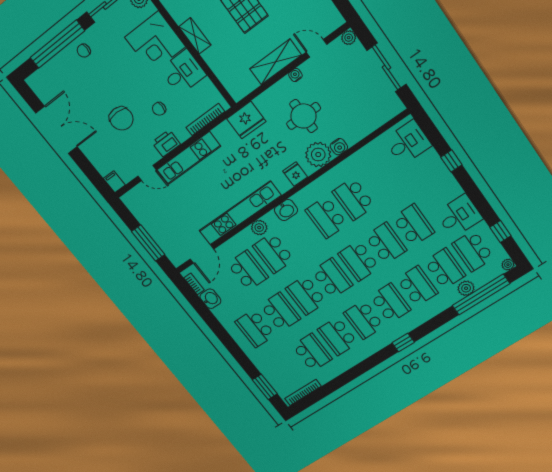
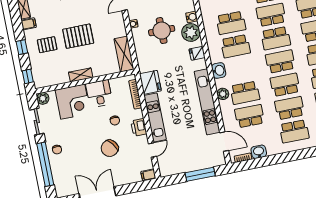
shelving: (275, 62) -> (124, 54), moved
chair: (121, 119) -> (110, 148), turned 143
fridge: (246, 120) -> (150, 82), moved
school desk: (306, 295) -> (285, 85), turned 180

